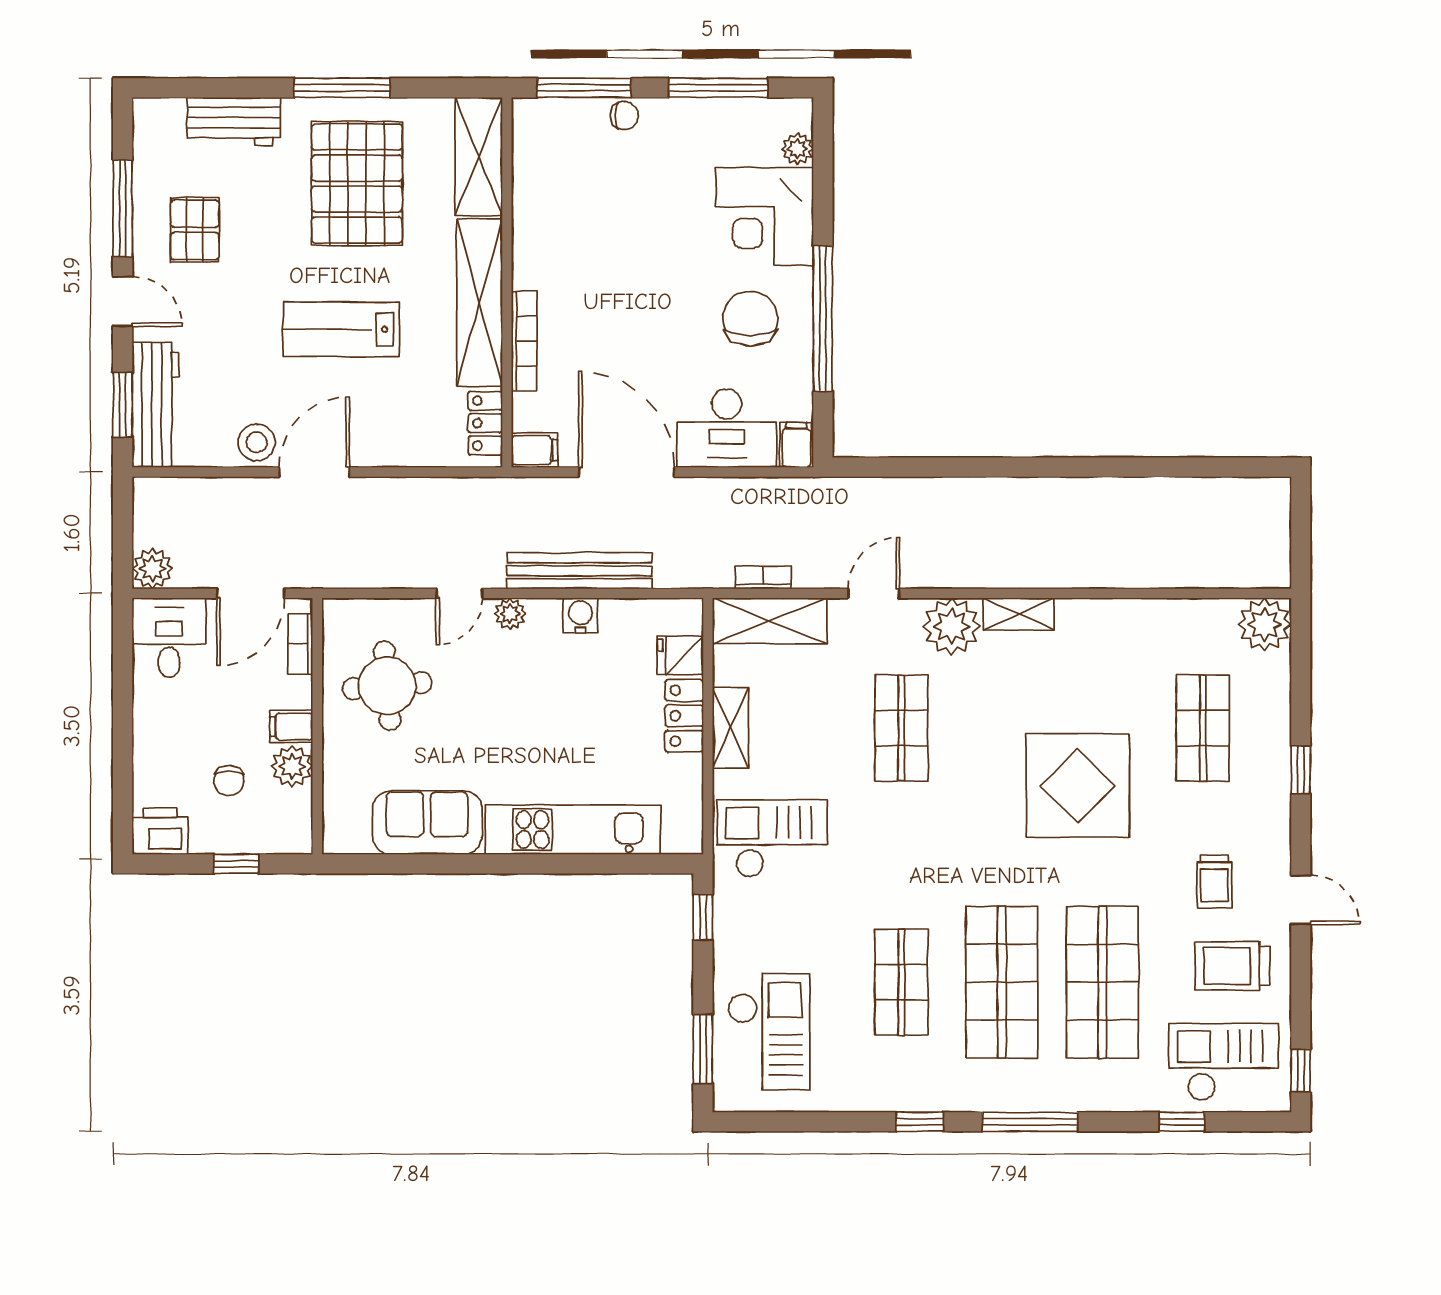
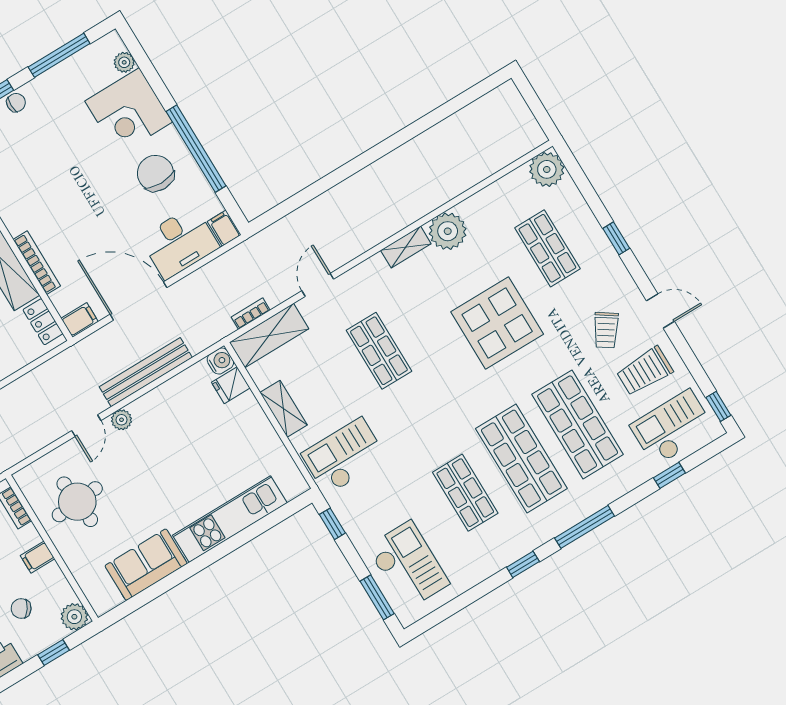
water cooler: (580, 615) -> (220, 361), moved, turned 90
plant: (952, 626) -> (448, 231), moved
locker: (684, 716) -> (253, 418), removed
plant: (292, 766) -> (74, 617), moved
chair: (229, 781) -> (21, 609), turned 125
trolley: (1214, 881) -> (606, 330), turned 34

